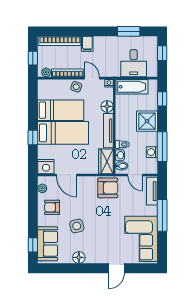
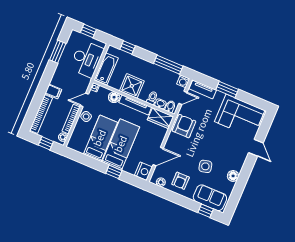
desk: (134, 63) -> (87, 59), width x1.37
shower: (147, 121) -> (132, 86), moved
washing machine: (152, 152) -> (183, 81), moved
window: (162, 215) -> (227, 90), width x0.69

